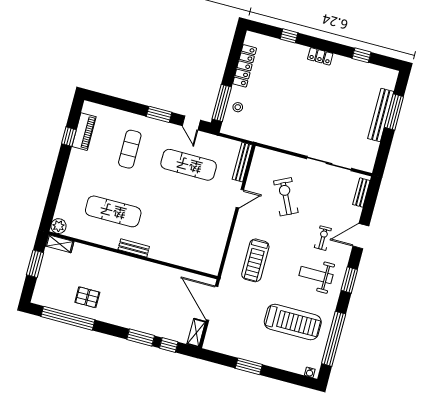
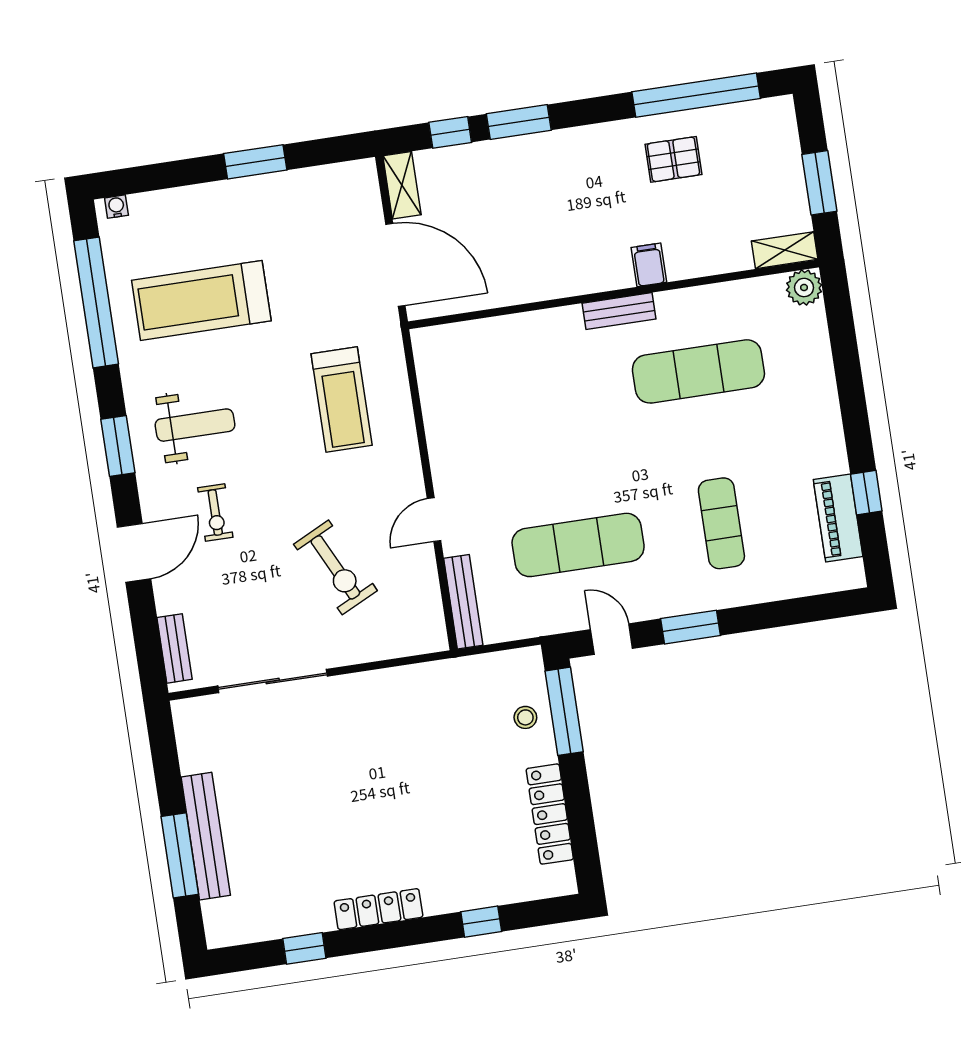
locker: (320, 56) -> (378, 909), width x1.53
treadmill: (255, 260) -> (342, 400), turned 180
filing cabinet: (114, 261) -> (649, 265), added

